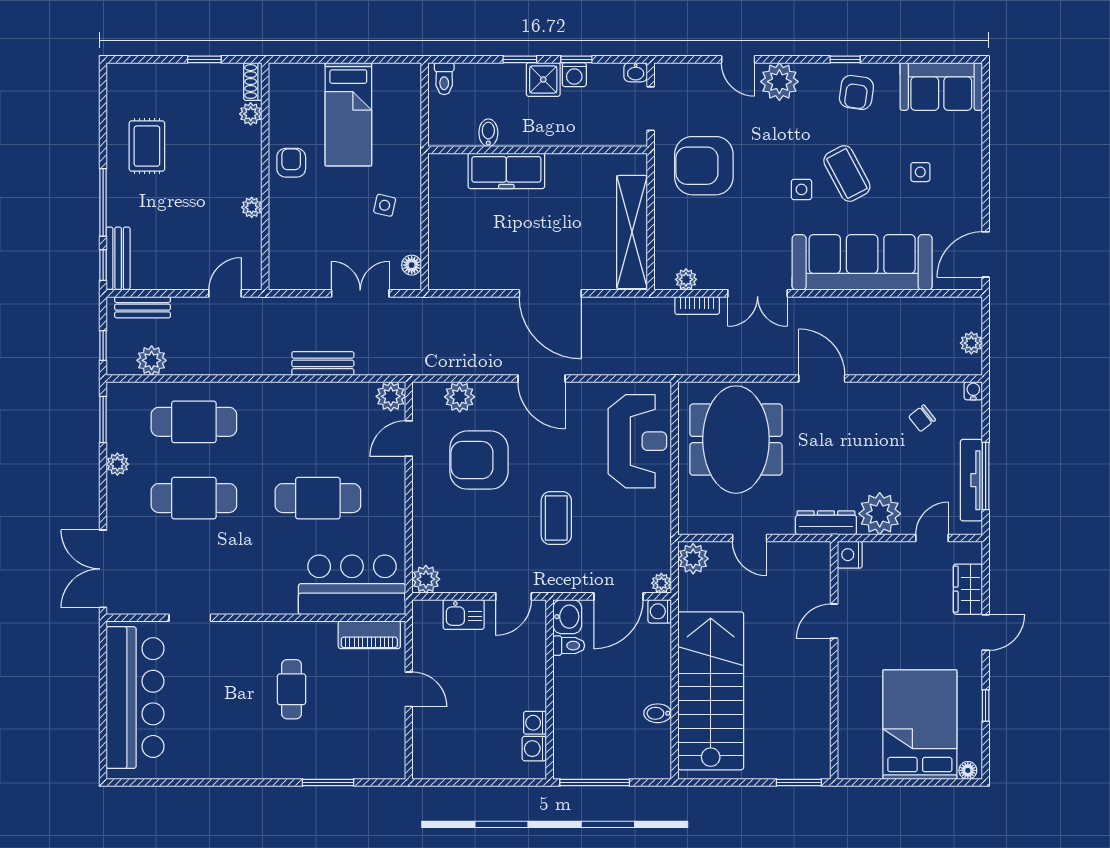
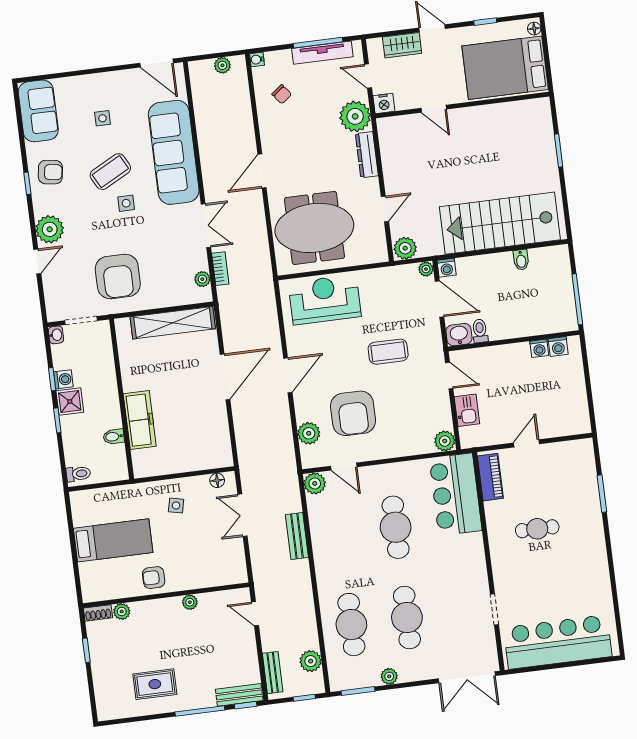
nightstand: (850, 555) -> (384, 103), moved
door: (834, 621) -> (434, 109), moved
wall: (834, 660) -> (462, 105), moved

